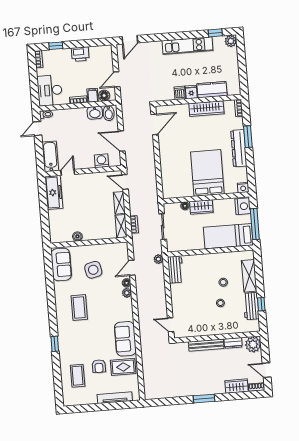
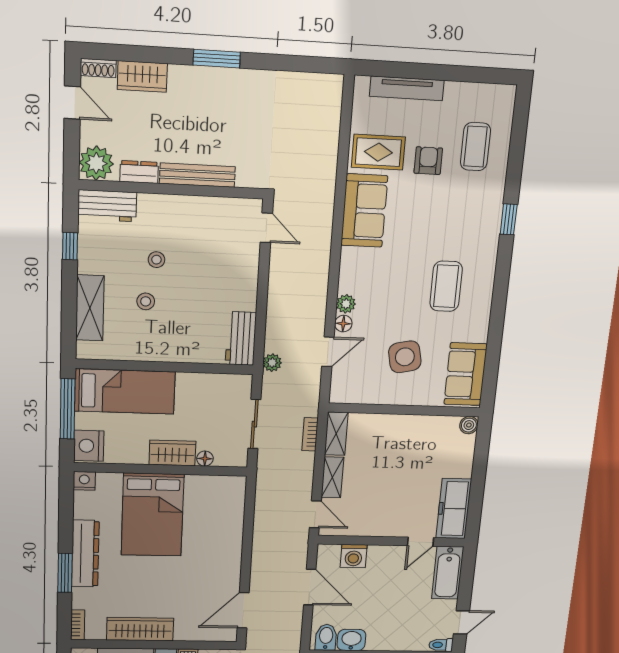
boiler: (77, 236) -> (469, 425), moved
workbench: (251, 306) -> (107, 206), moved, turned 90

